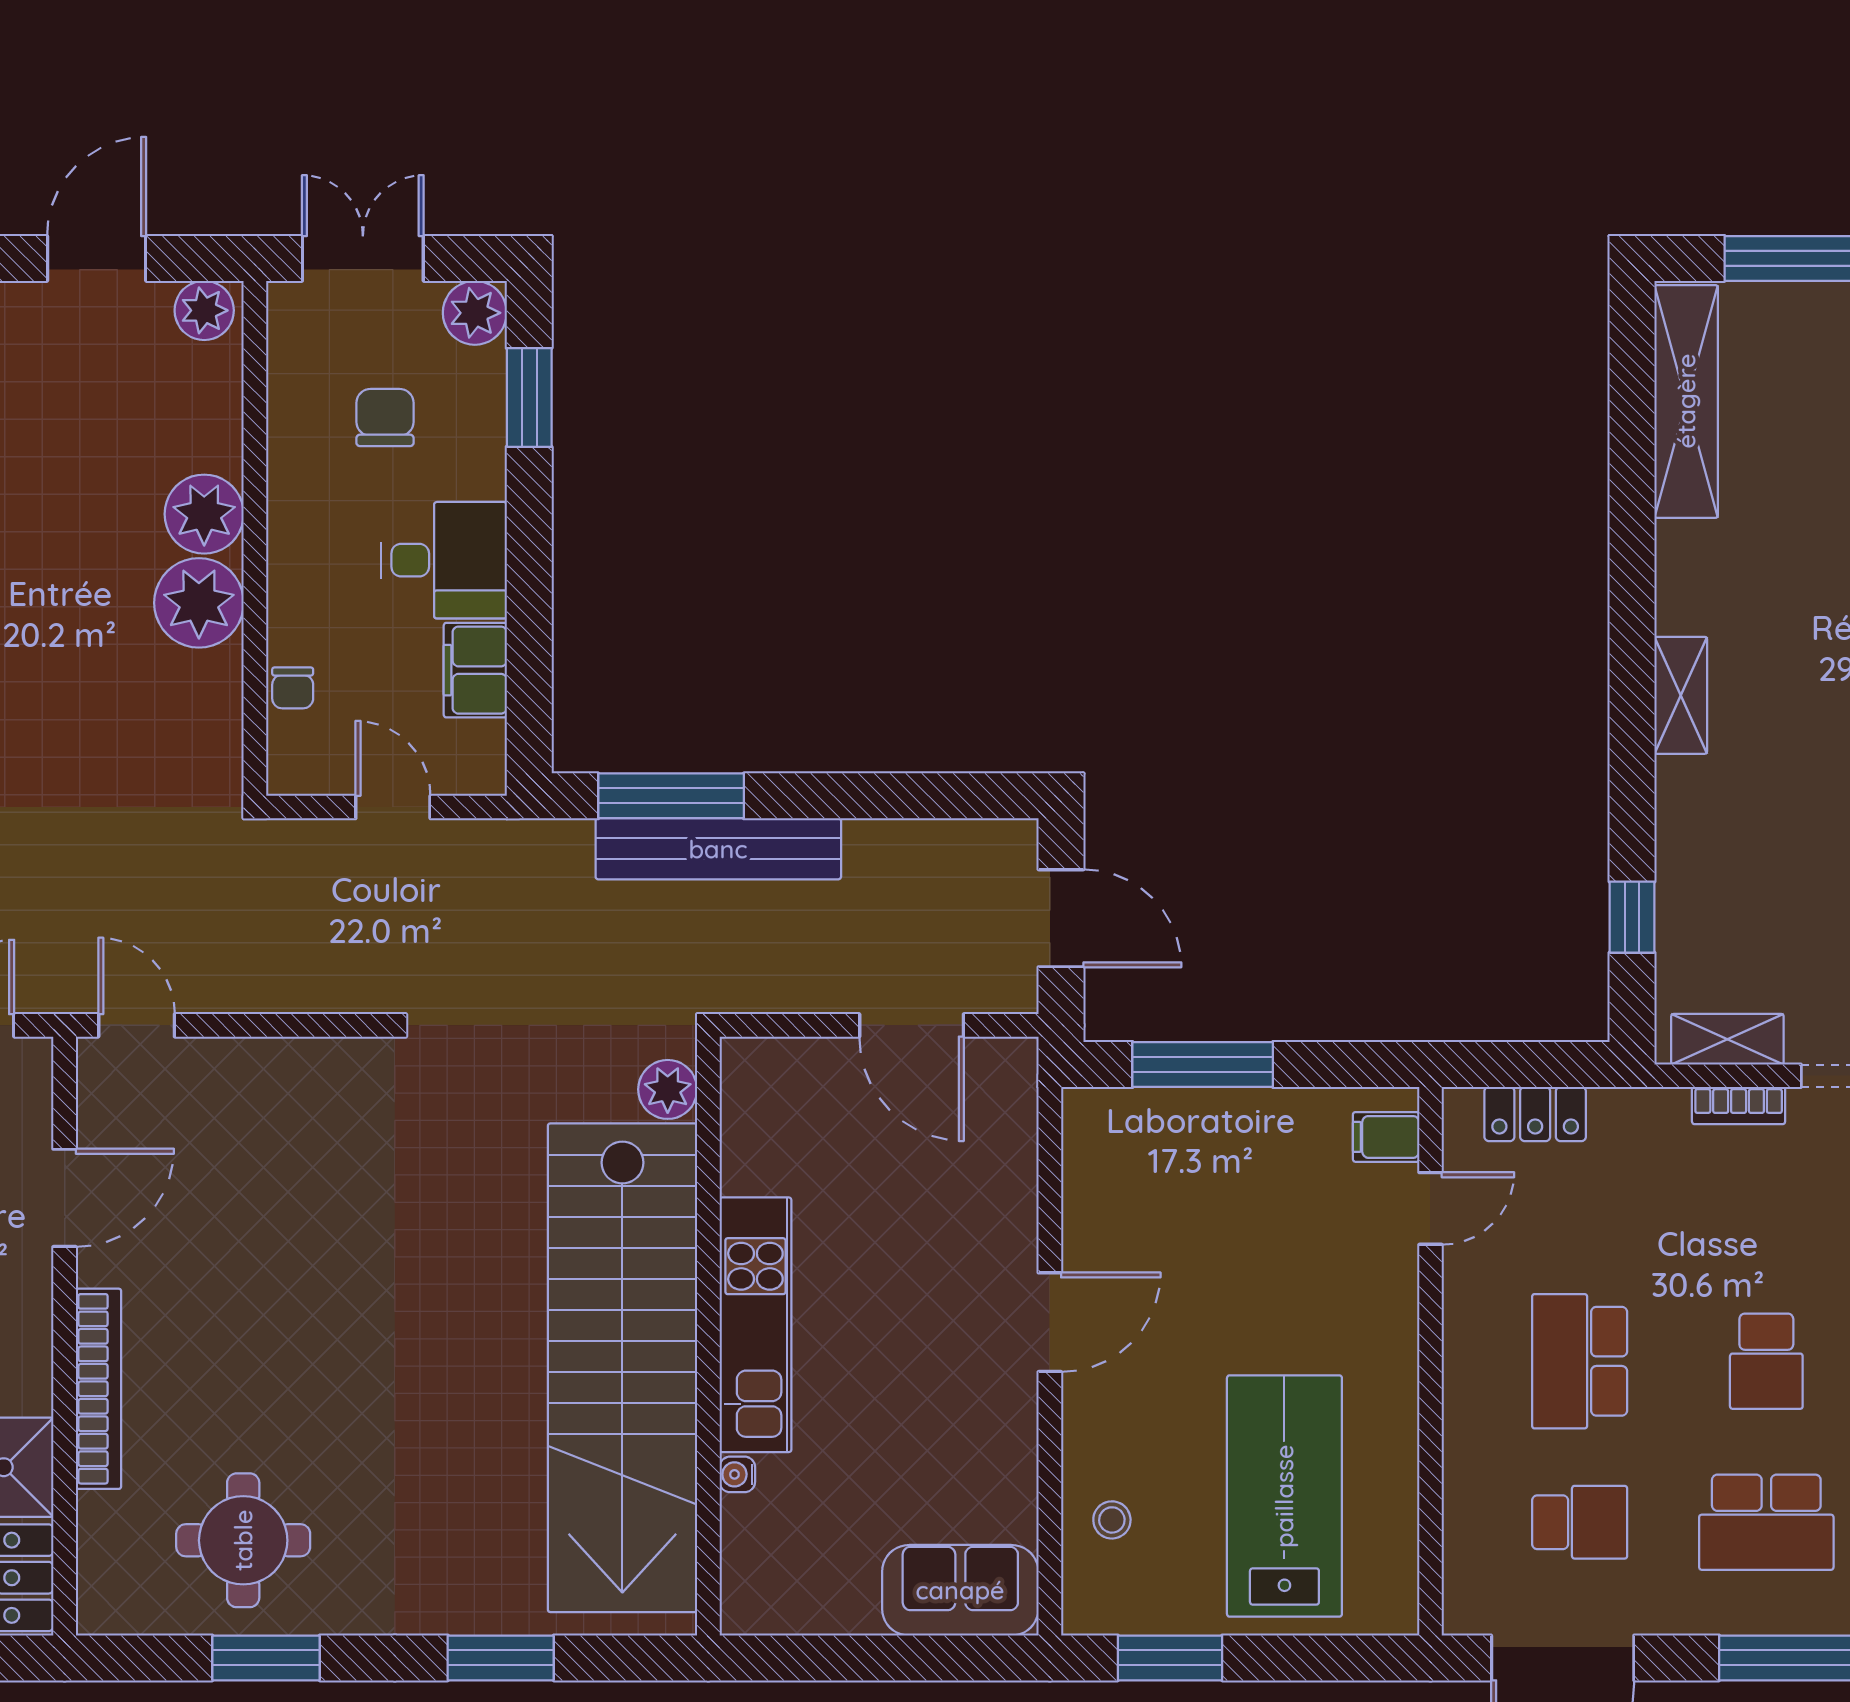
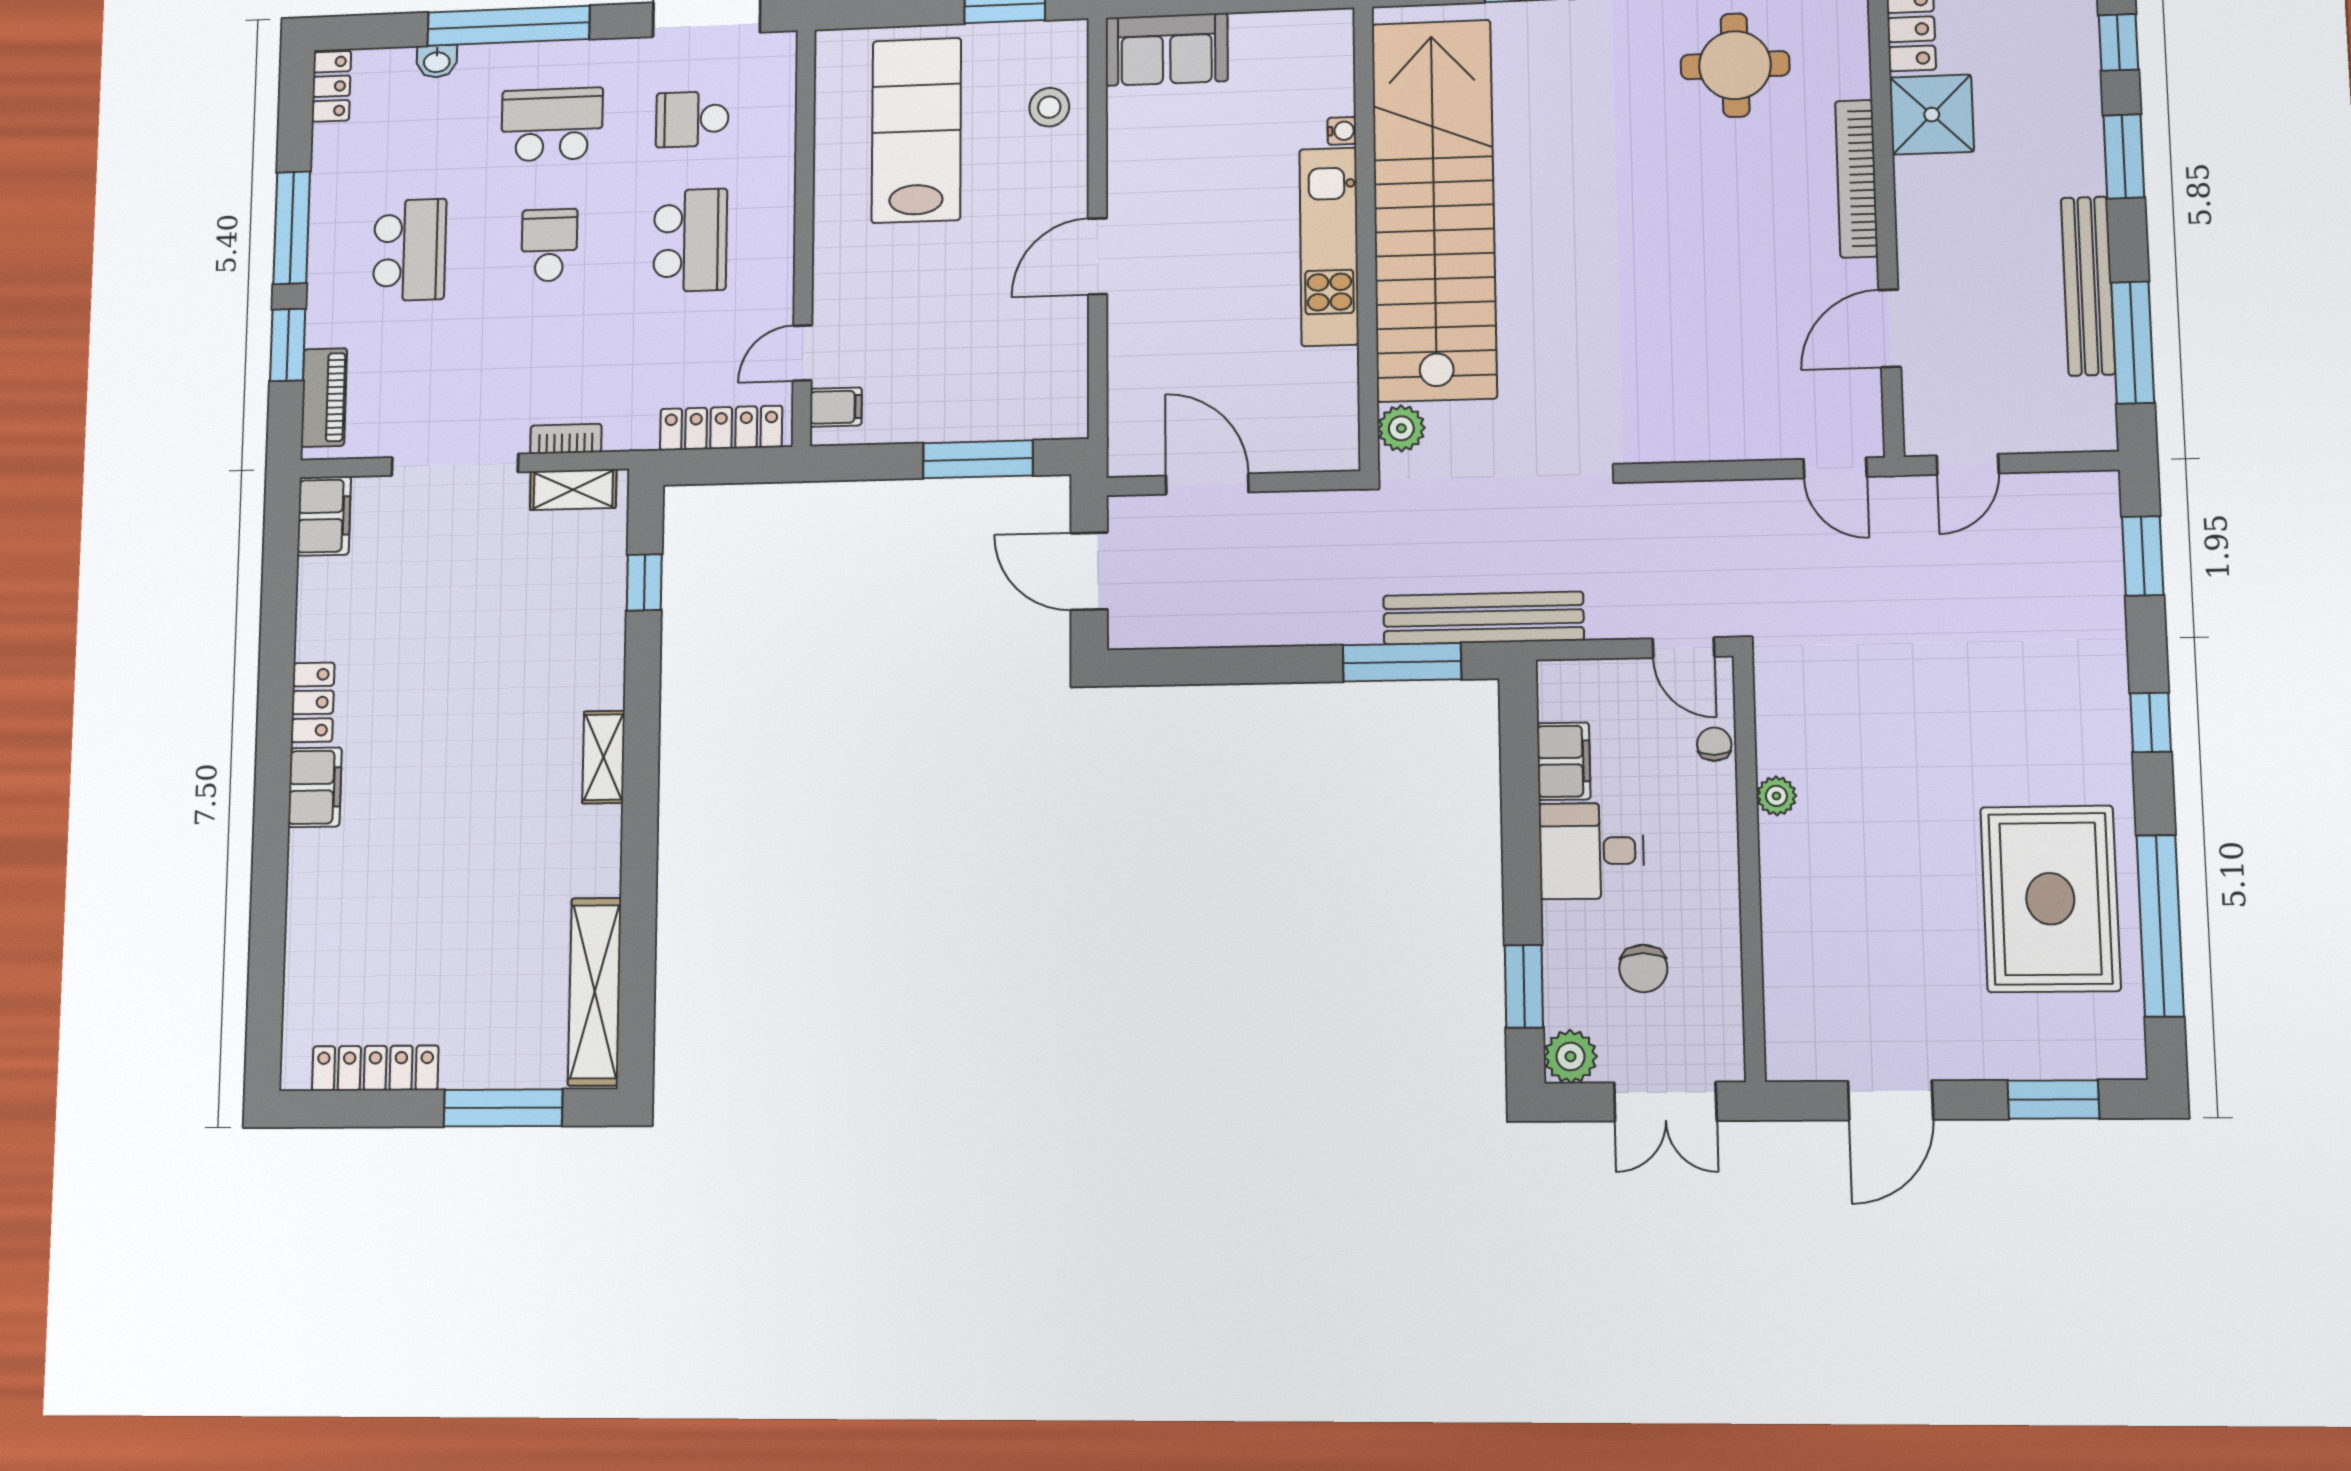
plant: (204, 310) -> (1798, 1057), removed
plant: (204, 514) -> (1792, 886), removed
plant: (199, 603) -> (1776, 796), width x0.53, depth x0.53
door: (393, 807) -> (1683, 648), moved
bench: (718, 849) -> (1483, 618), moved
locker: (1535, 1114) -> (721, 428), width x1.53
lab bench: (1284, 1496) -> (916, 130), turned 180
stool: (1112, 1520) -> (1049, 107), width x1.37, depth x1.37

